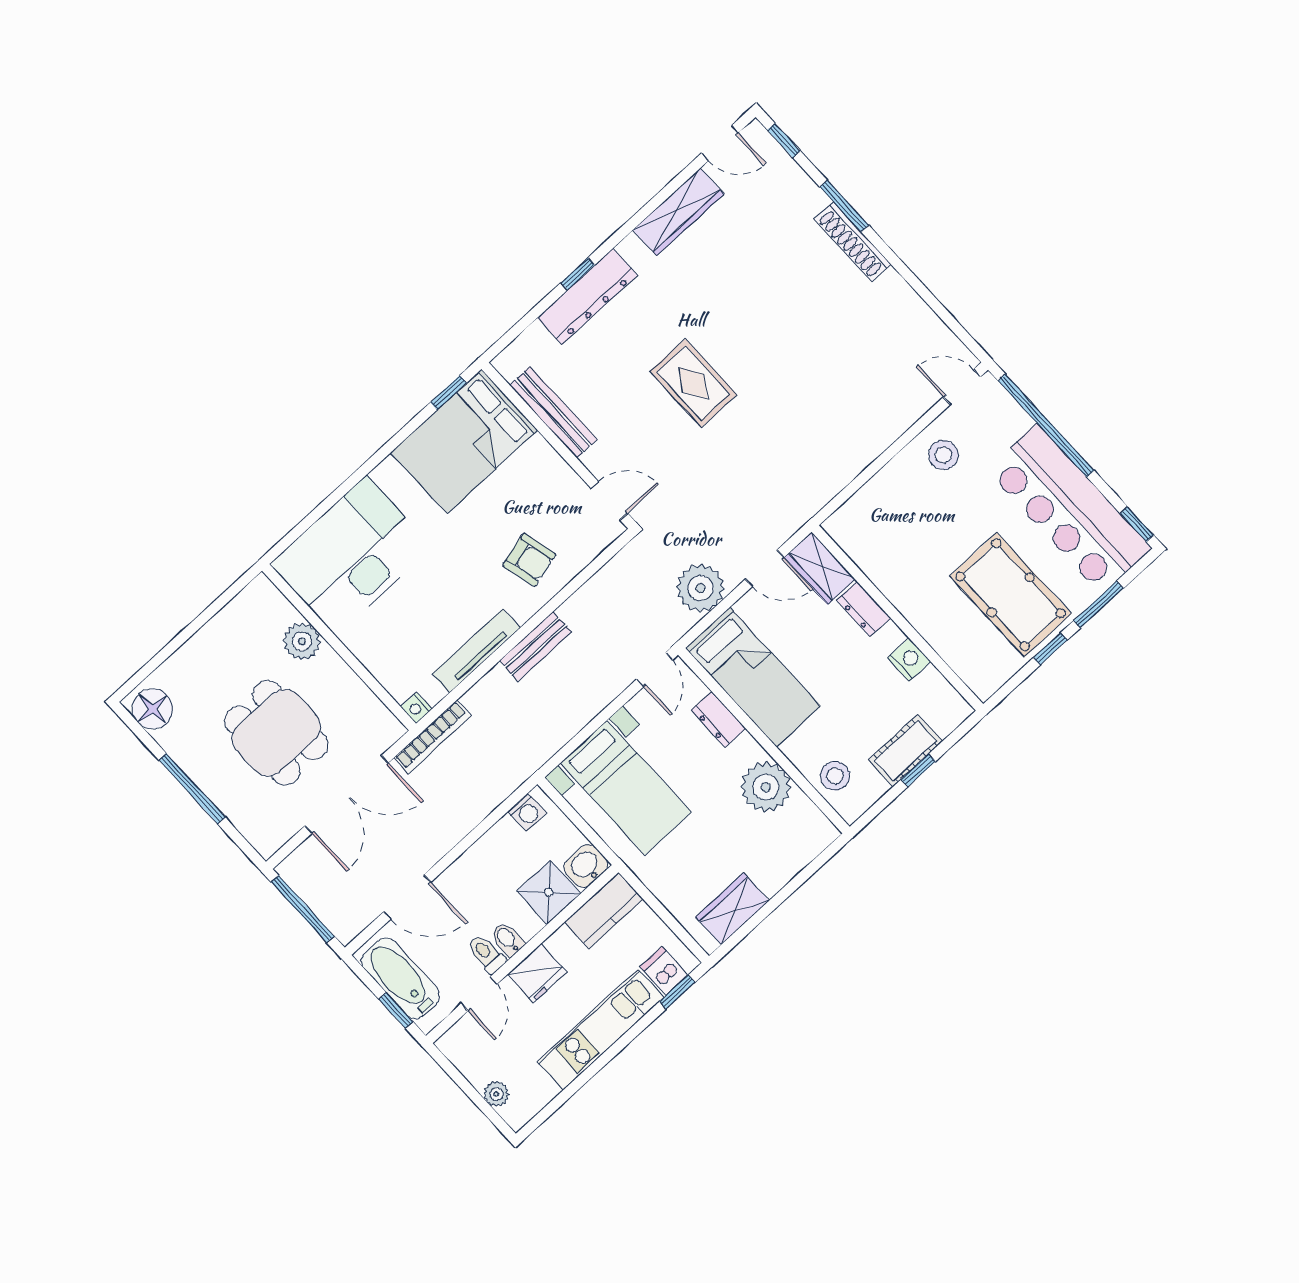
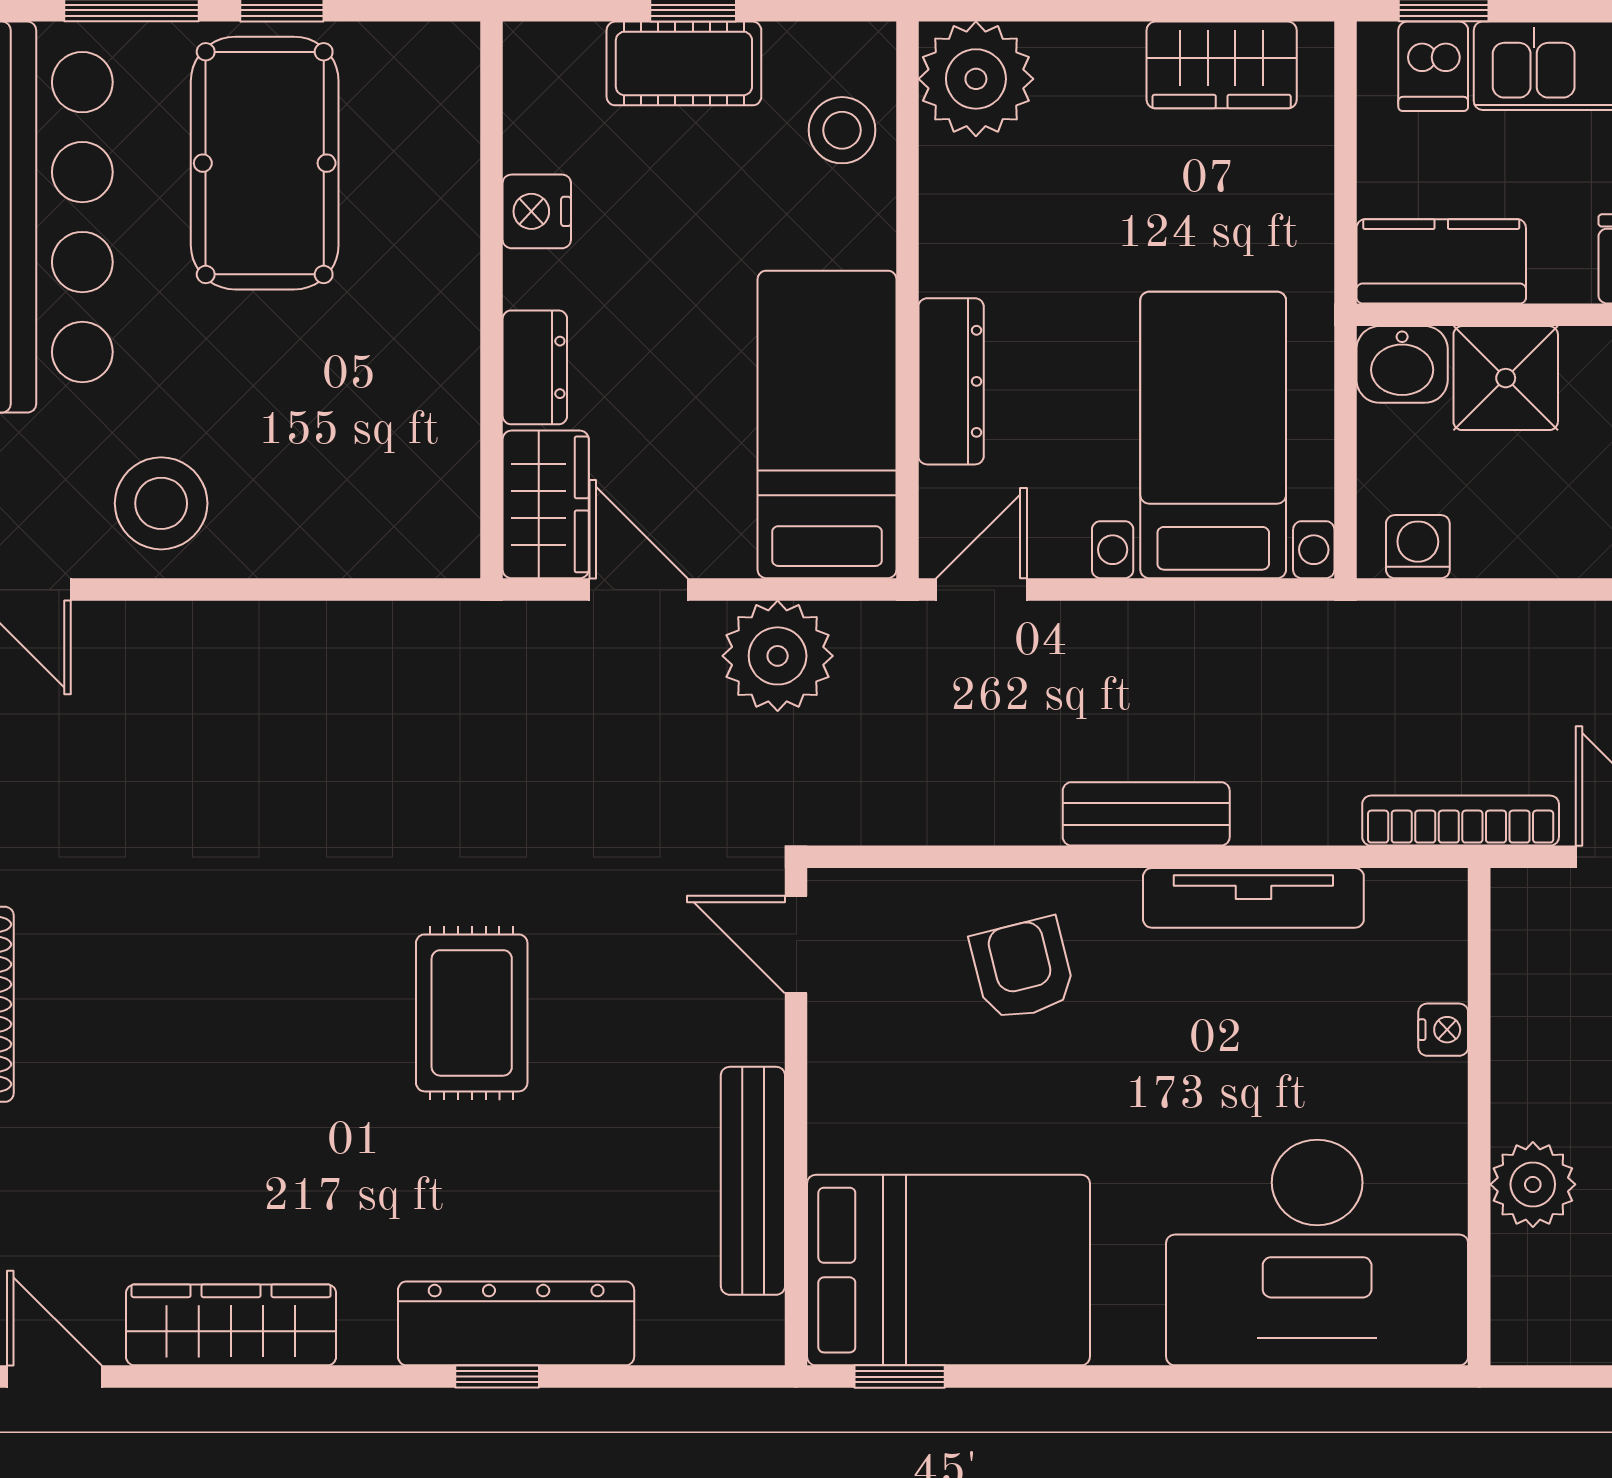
stool: (943, 455) -> (161, 503), width x1.38, depth x1.38
nightstand: (416, 708) -> (1443, 1030), moved
dresser: (718, 719) -> (951, 381), width x1.44
plant: (766, 787) -> (976, 79), moved

